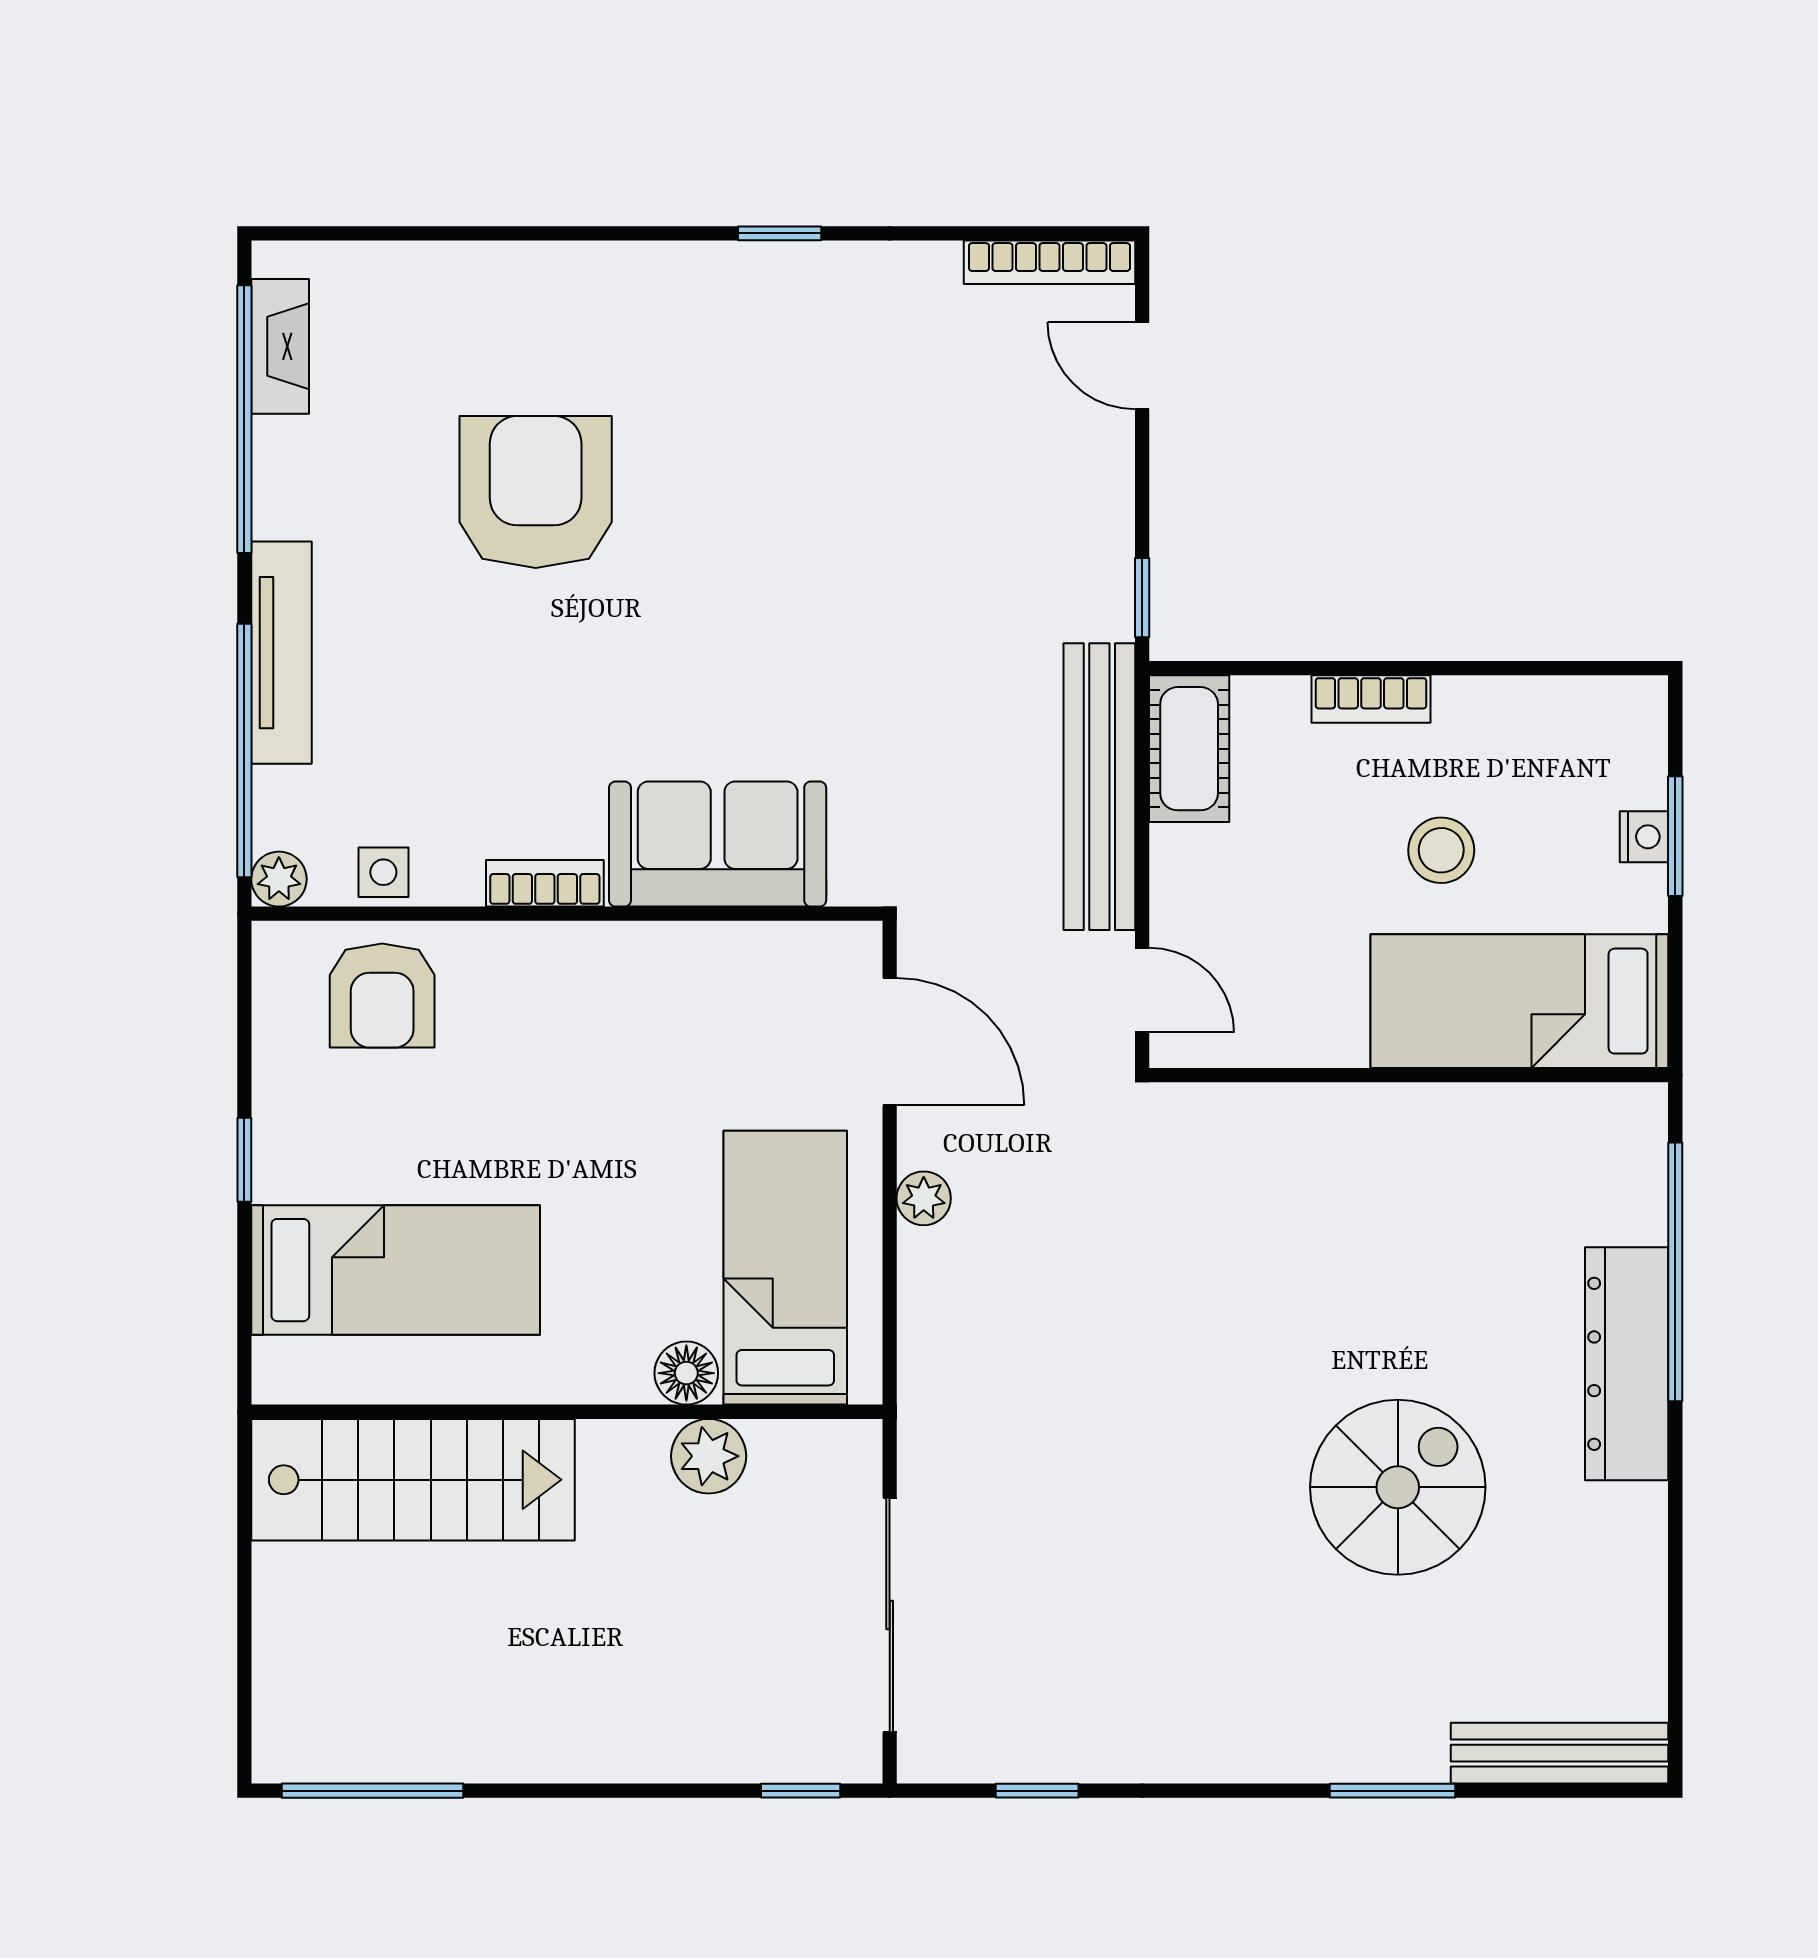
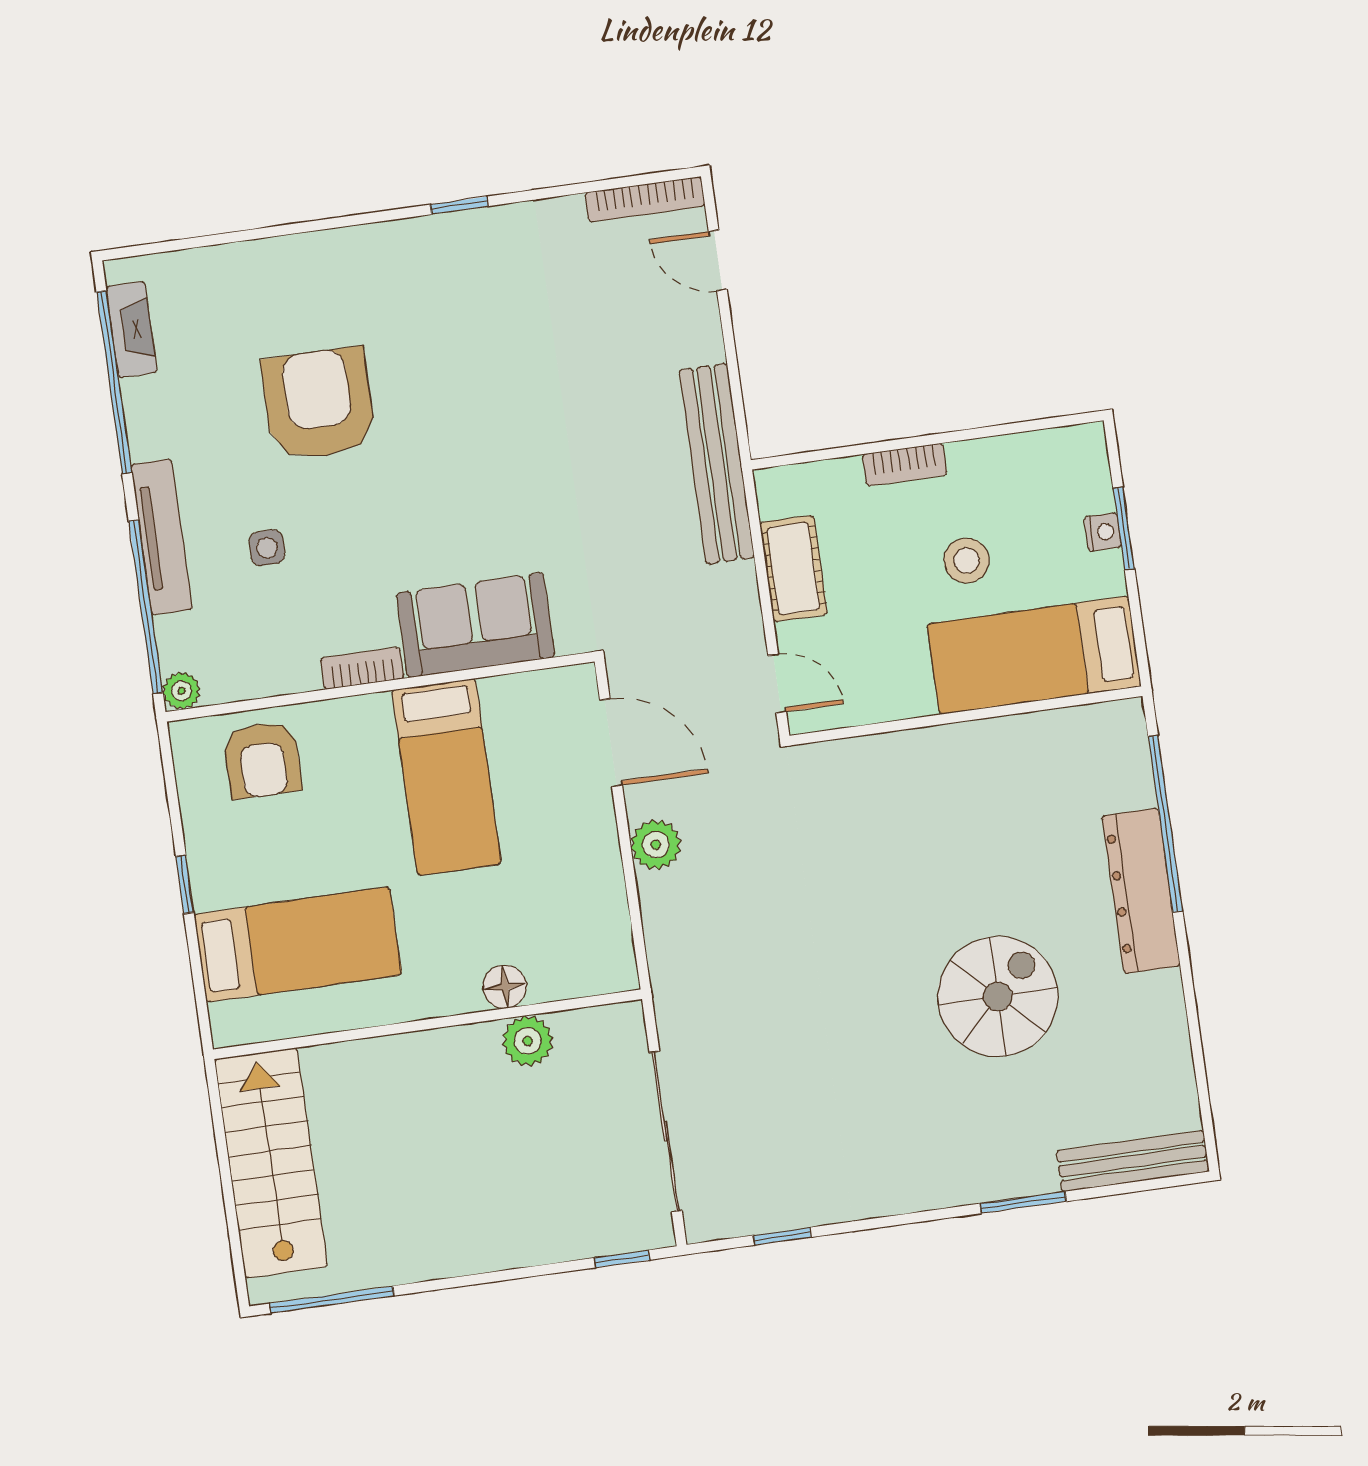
window: (1142, 598) -> (740, 418), removed
cot: (1189, 749) -> (793, 569), moved
bench: (1099, 787) -> (717, 464), moved
side table: (383, 872) -> (267, 548), moved
plant: (924, 1198) -> (656, 845), width x1.38, depth x1.38
bed: (785, 1268) -> (446, 777), moved, turned 180
stairs: (413, 1480) -> (271, 1163), moved, turned -90

